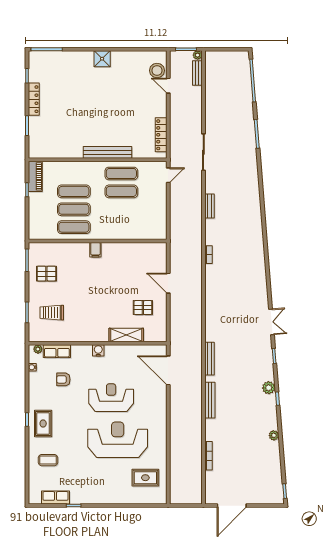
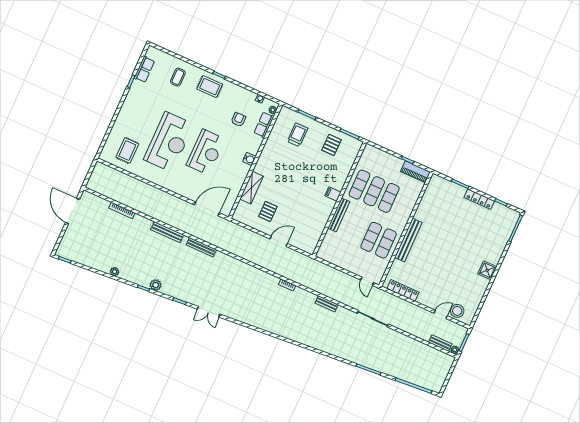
bench: (114, 234) -> (339, 215), added

